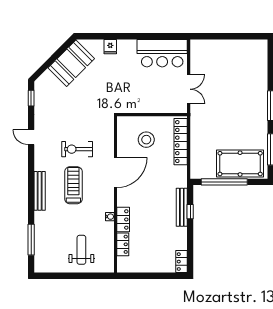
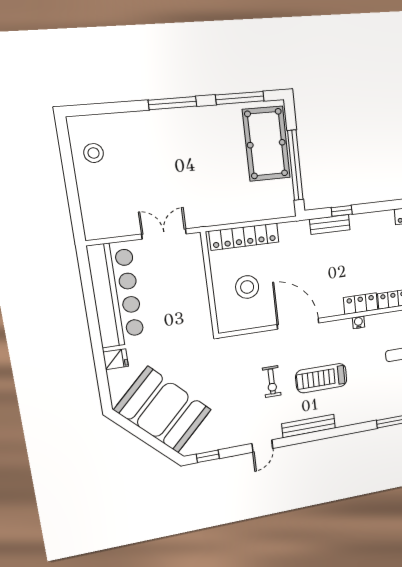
bar counter: (162, 53) -> (116, 295), width x1.36
stool: (244, 53) -> (94, 153), added
booth: (71, 63) -> (163, 410), width x1.36, depth x1.42
exercise bike: (77, 149) -> (272, 382), width x0.73, depth x0.72
bench: (40, 191) -> (309, 426), moved
bench: (182, 207) -> (330, 225), width x0.73

